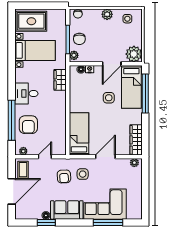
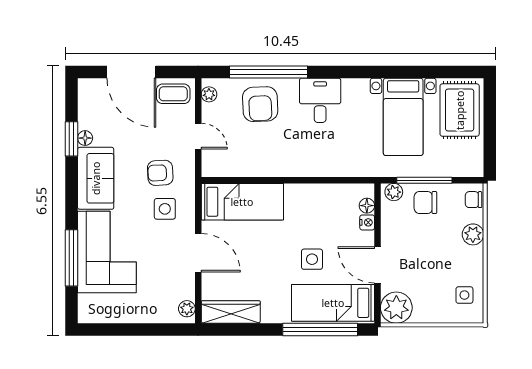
plant: (107, 14) -> (473, 234), moved
wardrobe: (60, 80) -> (346, 165), removed
armchair: (28, 125) -> (260, 104), turned -93

